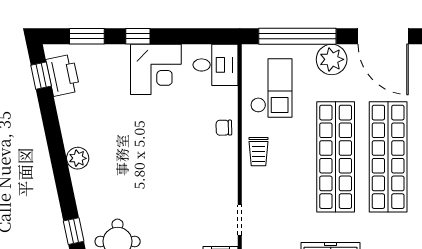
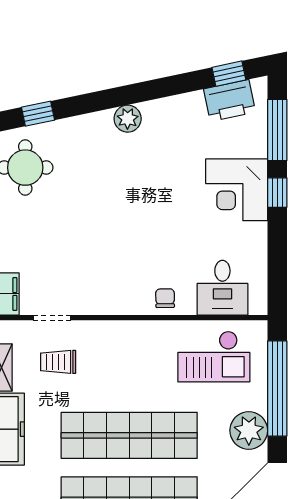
window: (87, 36) -> (277, 130), width x1.44
desk: (215, 65) -> (222, 288), moved
corner desk: (156, 69) -> (237, 190), moved
trolley: (259, 152) -> (58, 362), moved

